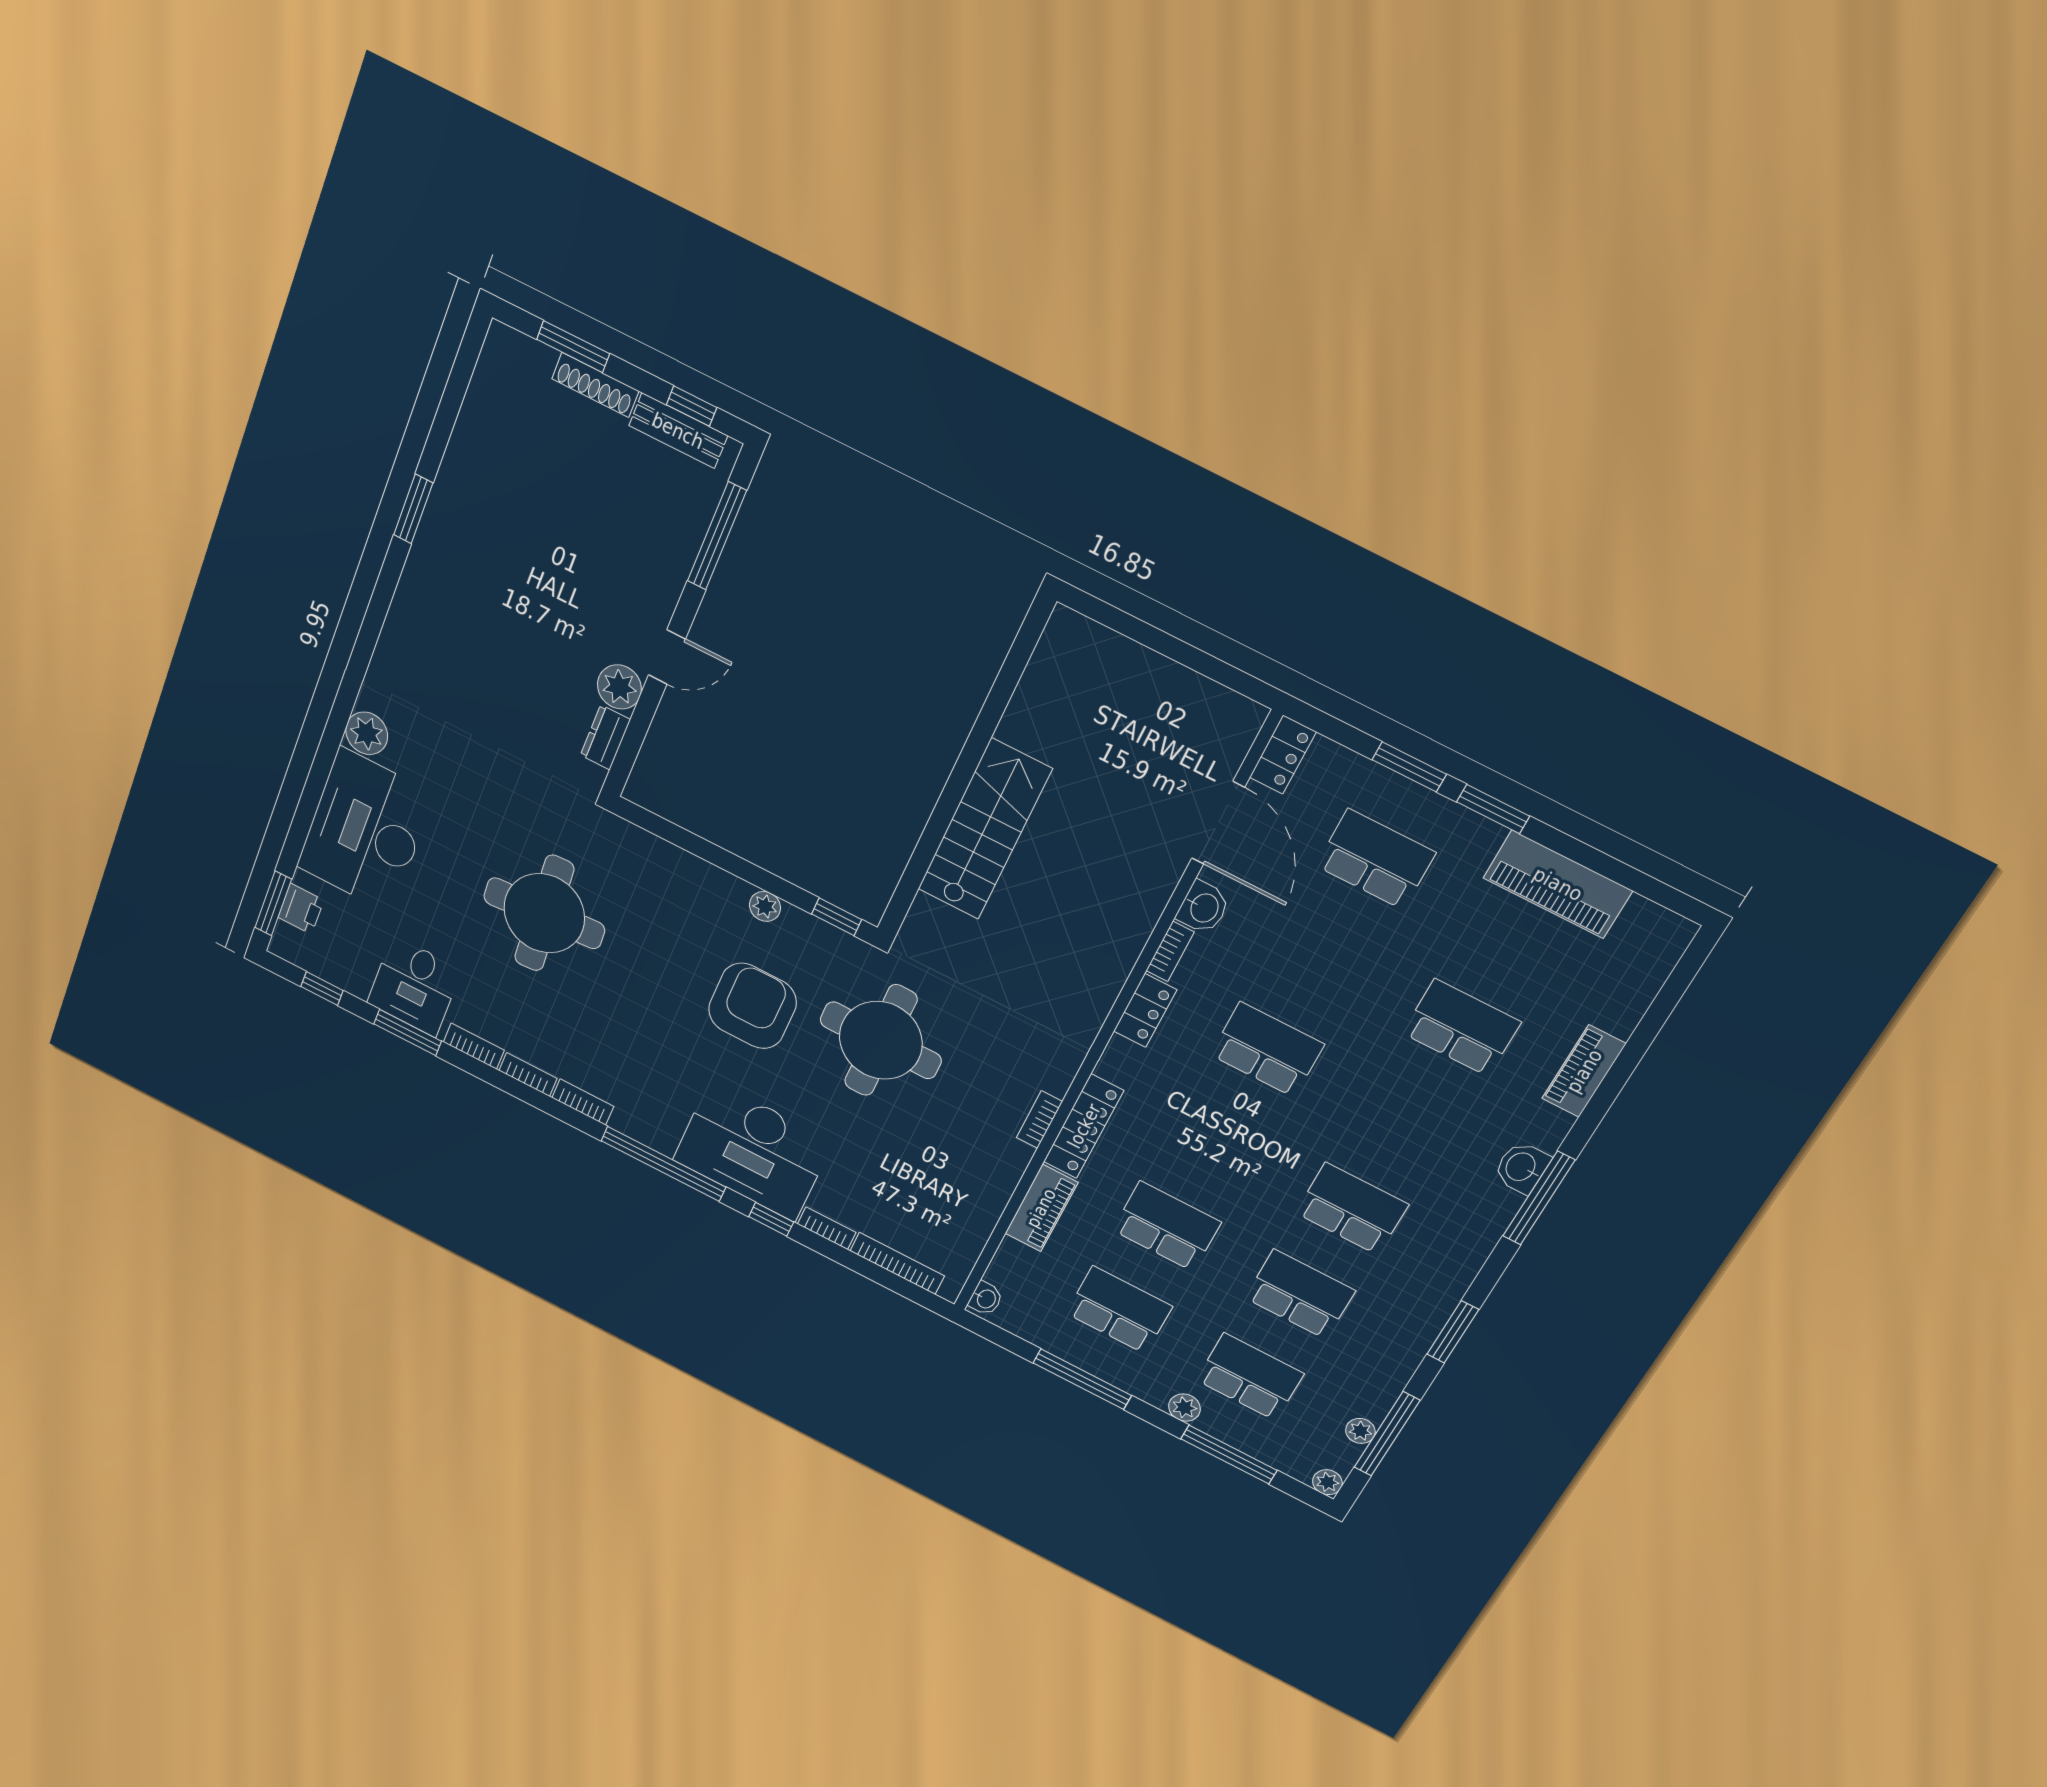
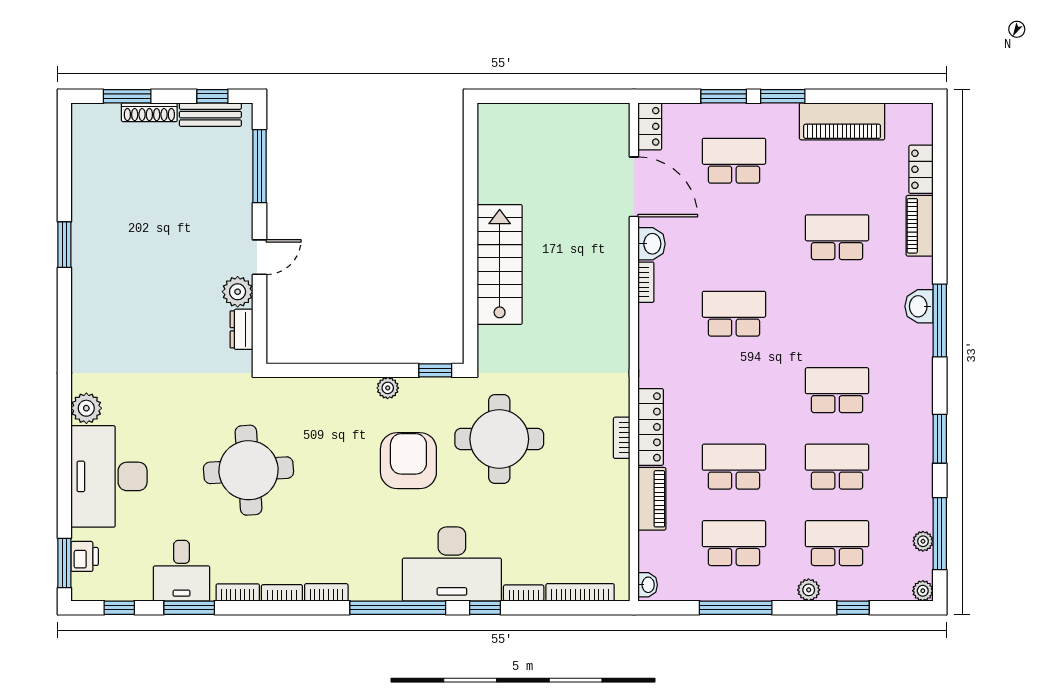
locker: (1145, 1011) -> (921, 169), moved, turned 180
window: (1229, 1455) -> (853, 608), width x0.46

